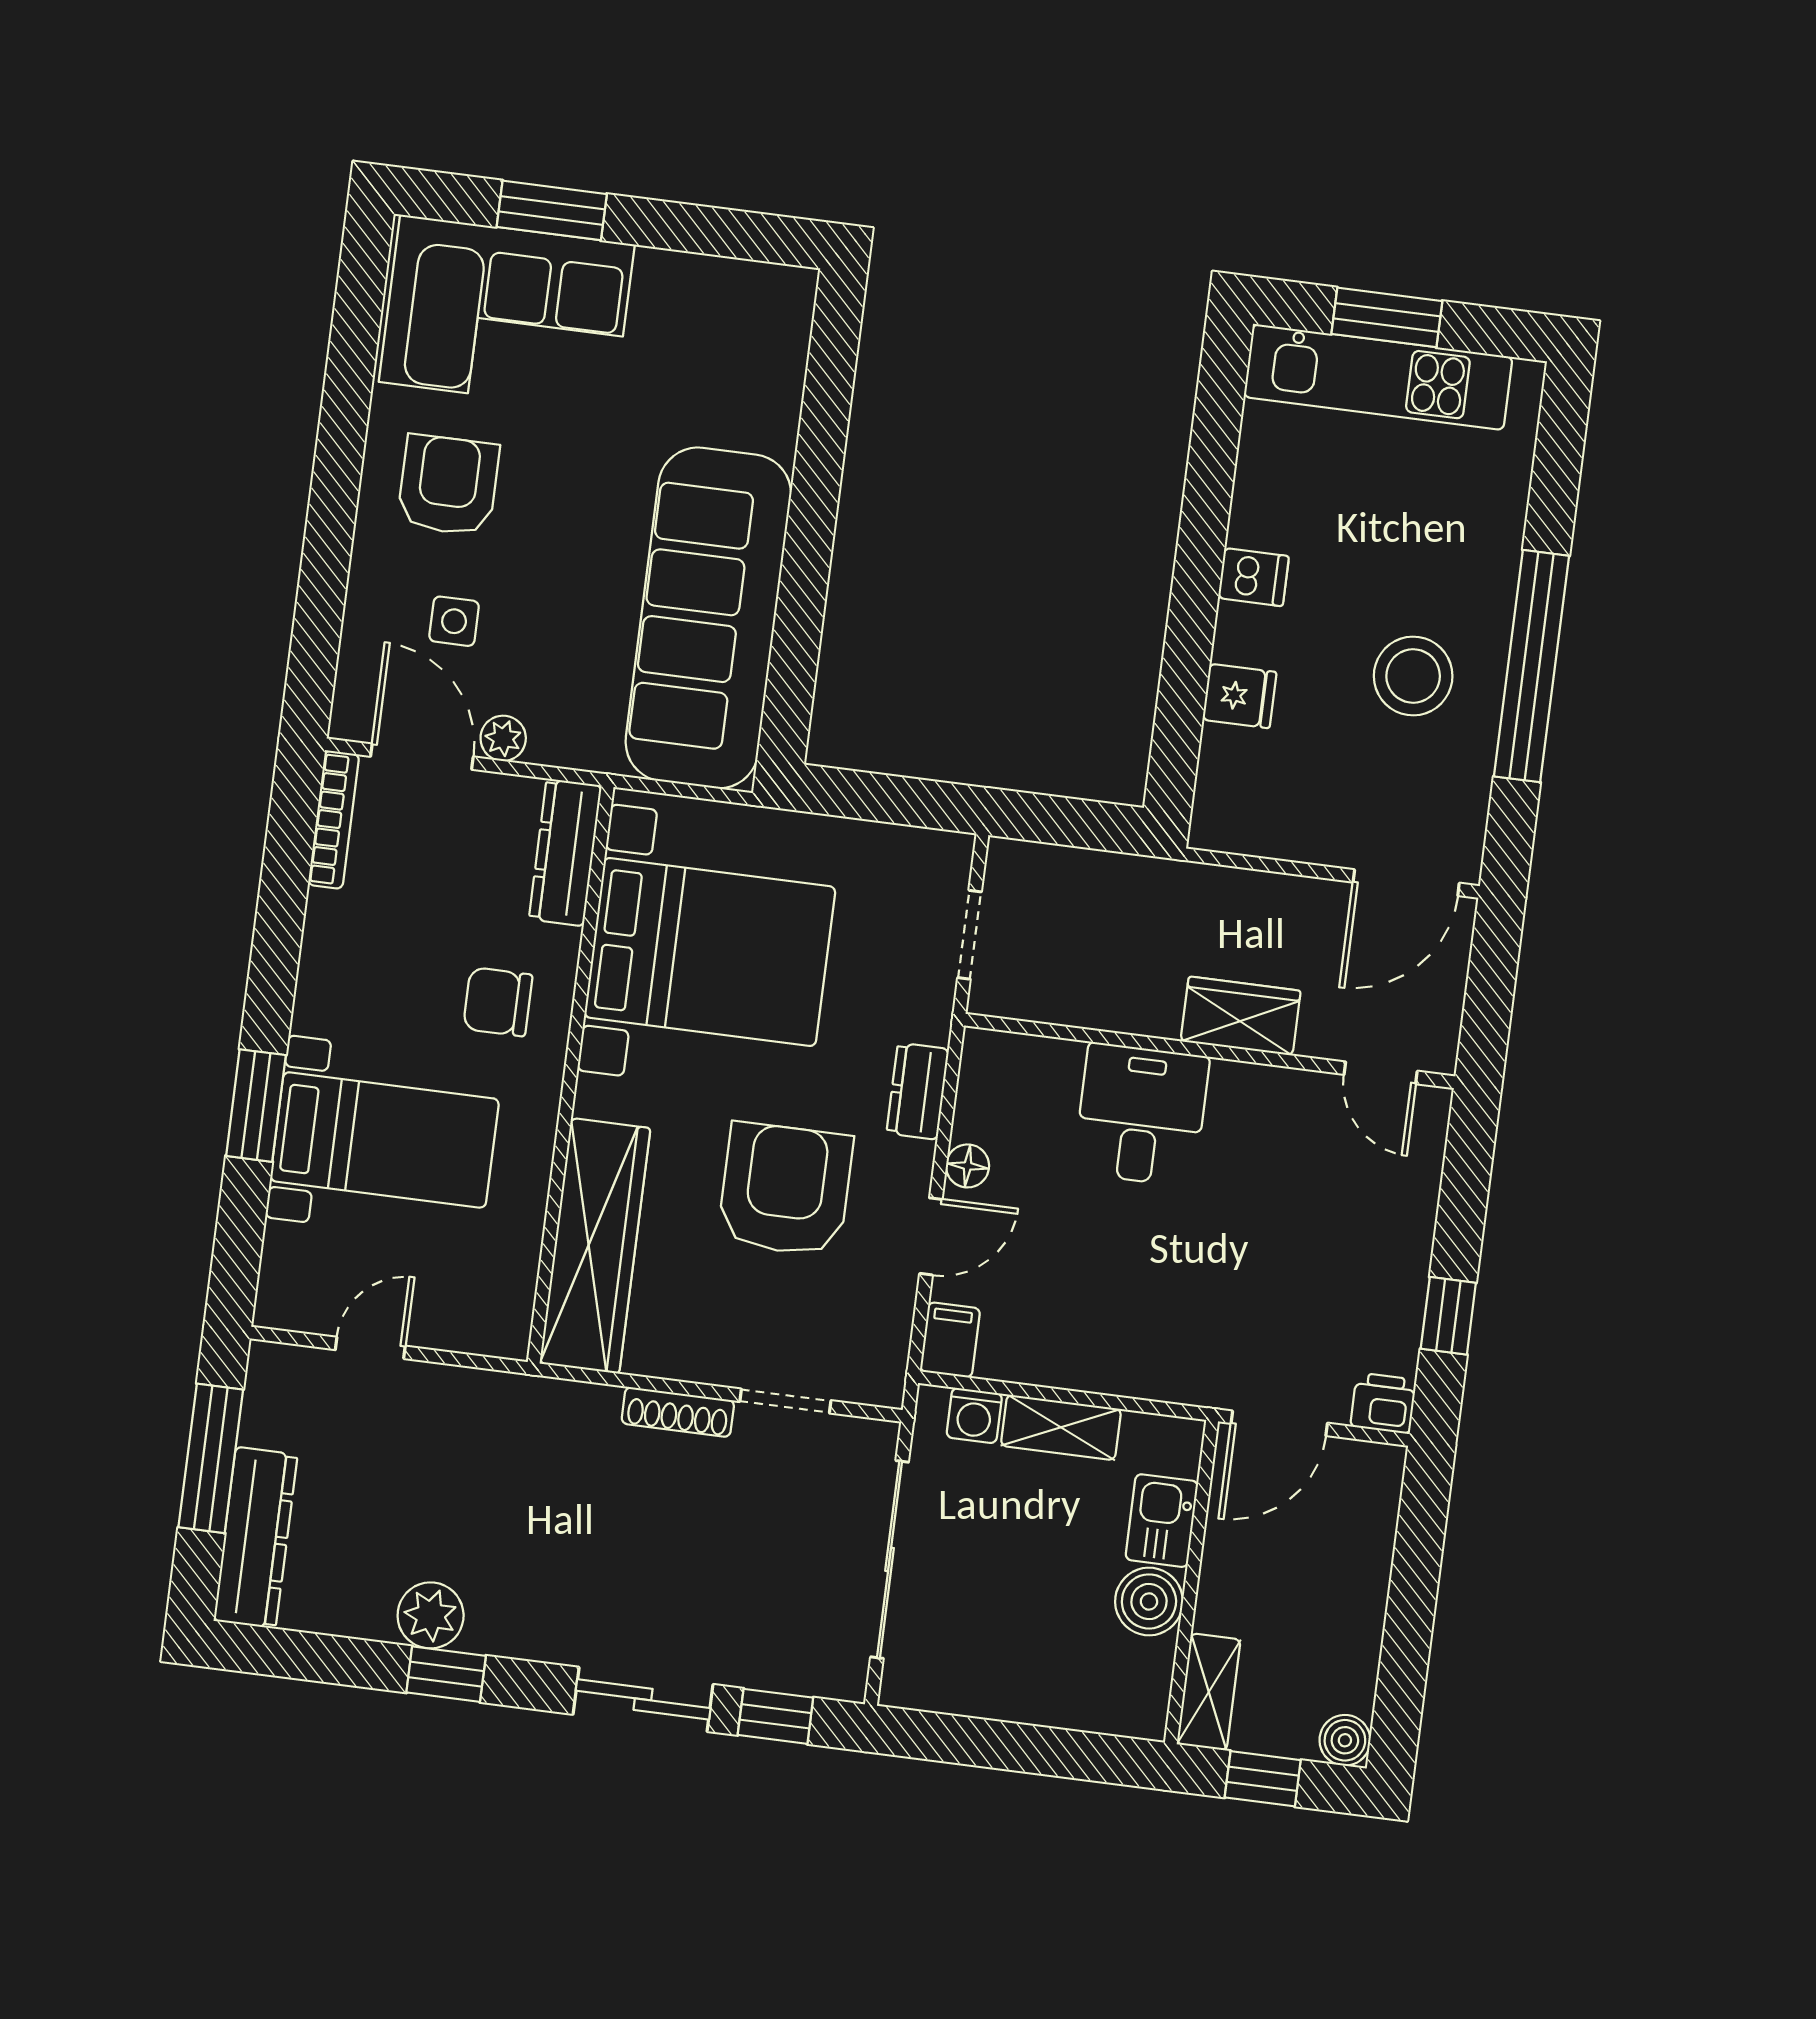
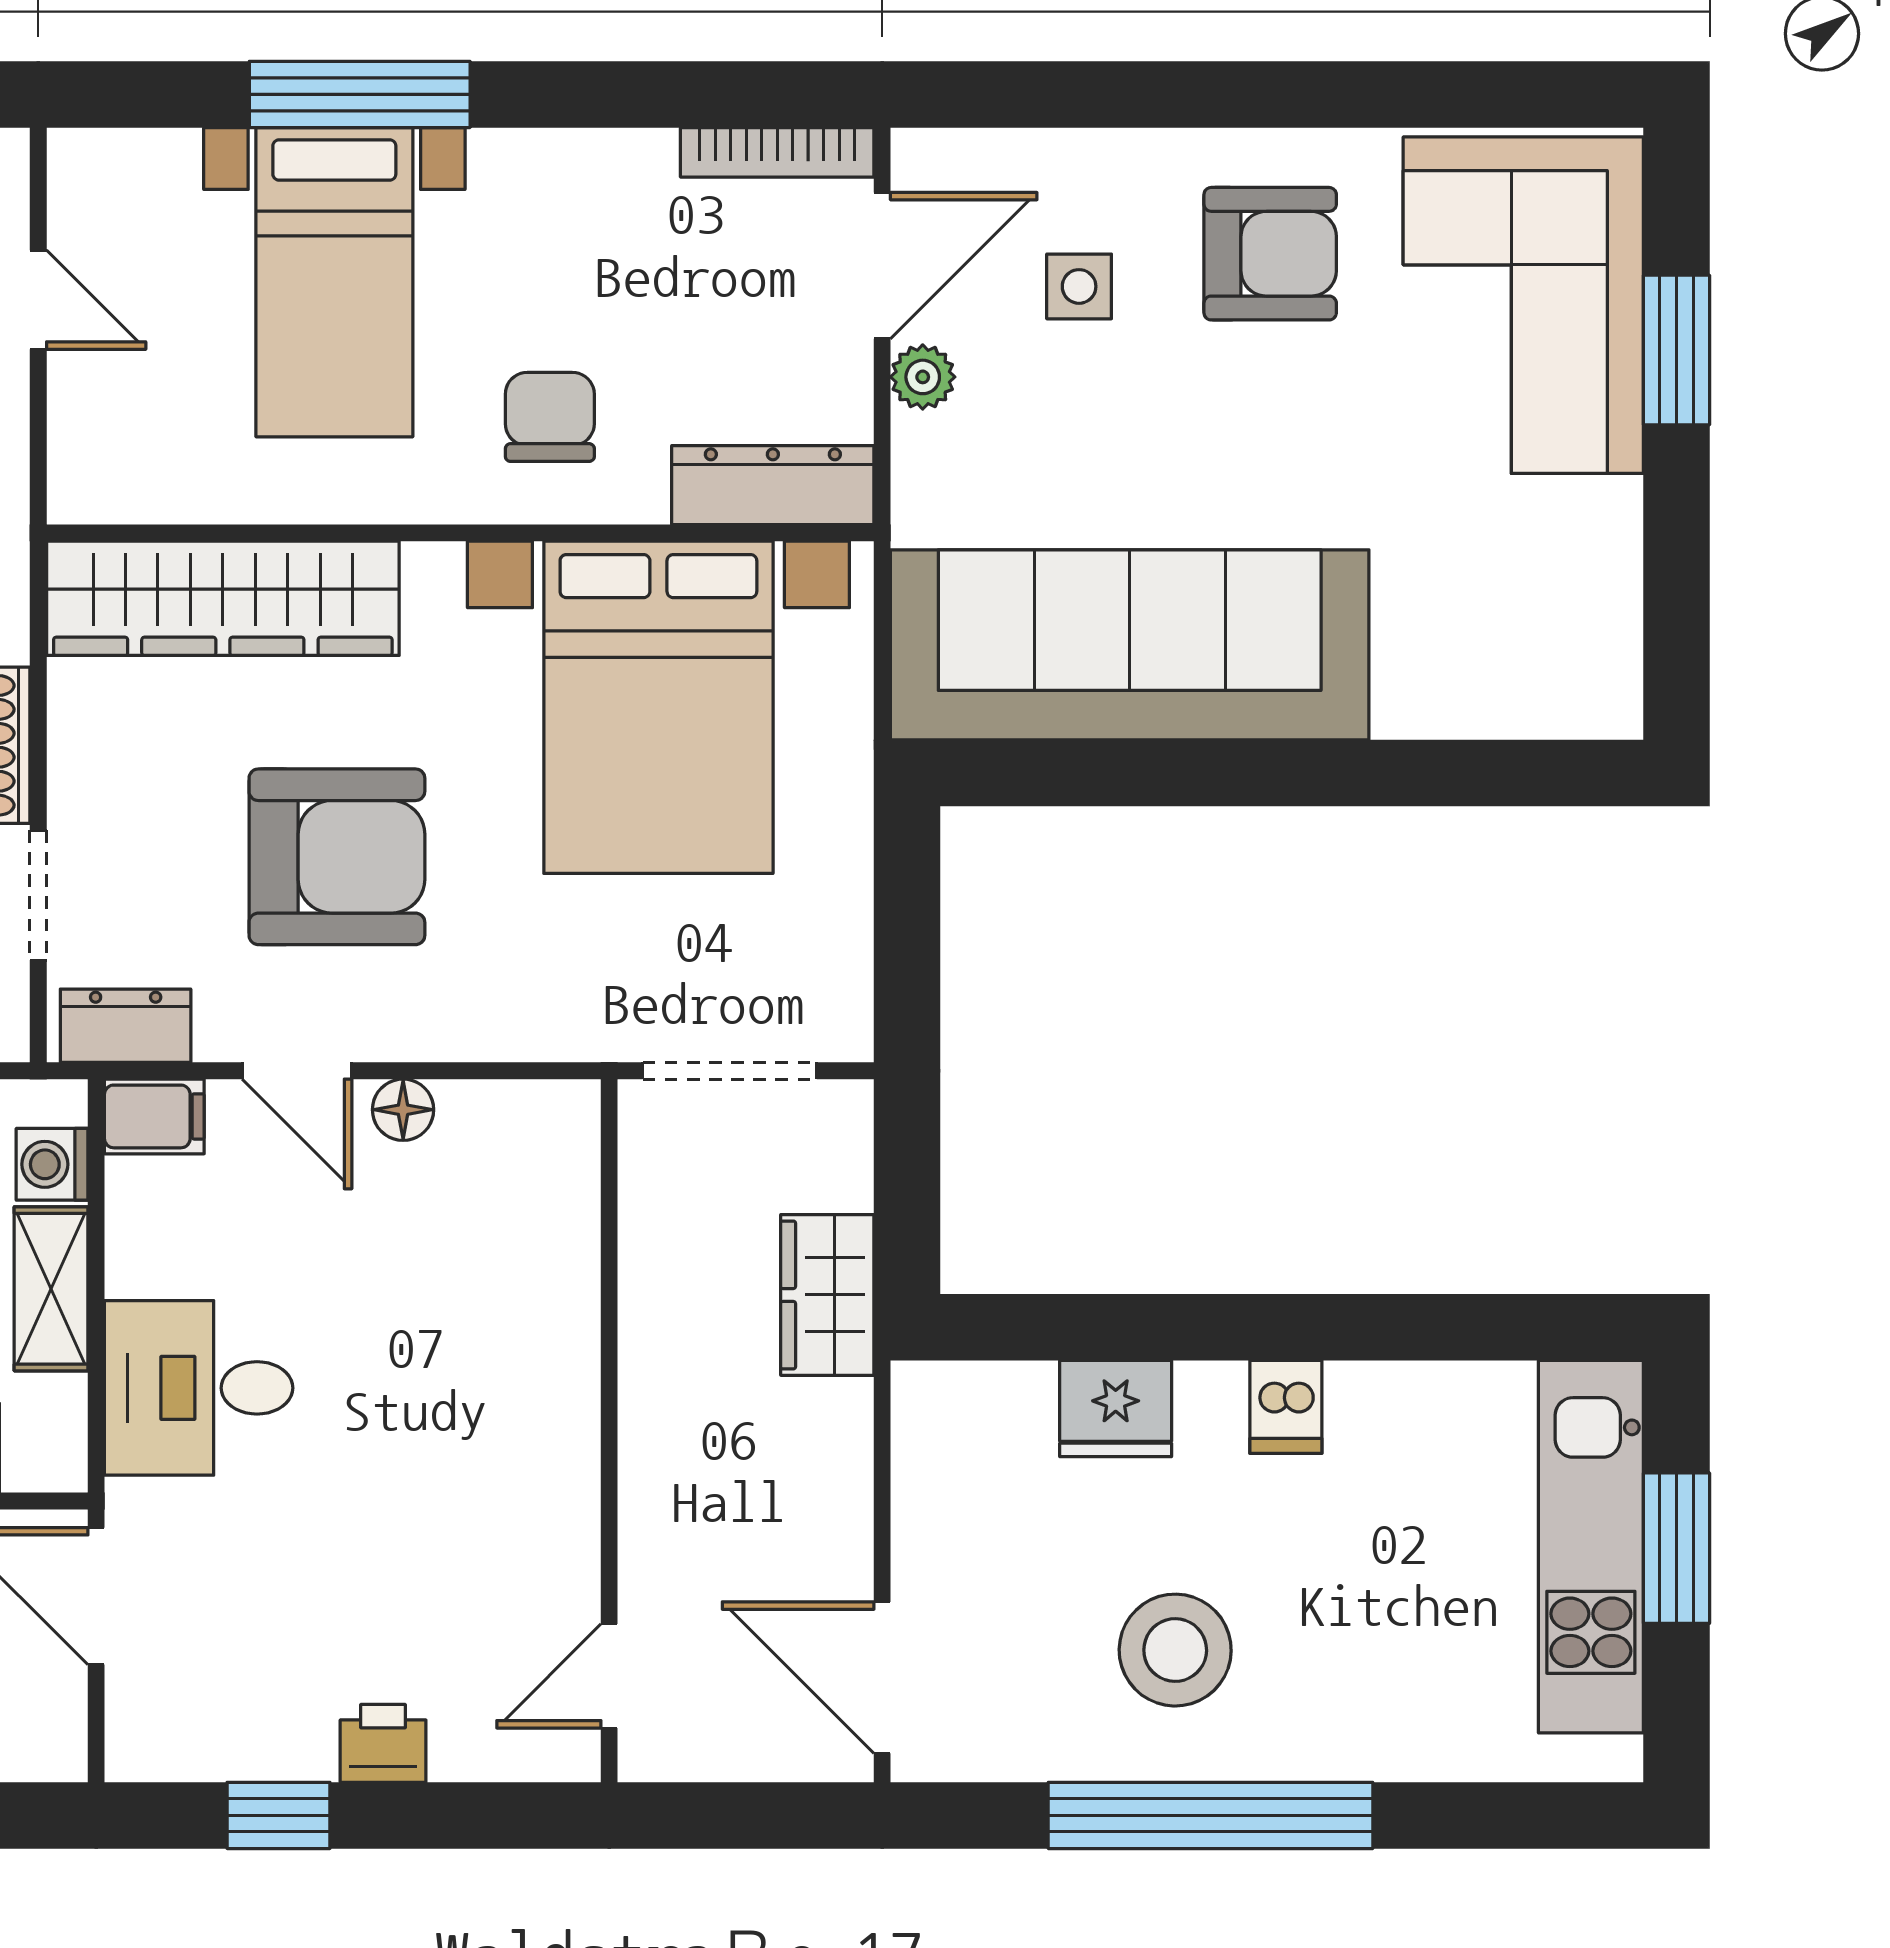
fridge: (1239, 696) -> (1116, 1409), width x1.38
doorway: (970, 935) -> (730, 1071), width x1.38
wardrobe: (1241, 1016) -> (827, 1295), moved, turned 180
dresser: (918, 1091) -> (126, 1026), moved
window: (256, 1106) -> (360, 94), width x1.44
desk: (1141, 1115) -> (199, 1388), moved, turned 180
printer: (1383, 1403) -> (383, 1743), moved, turned -90

